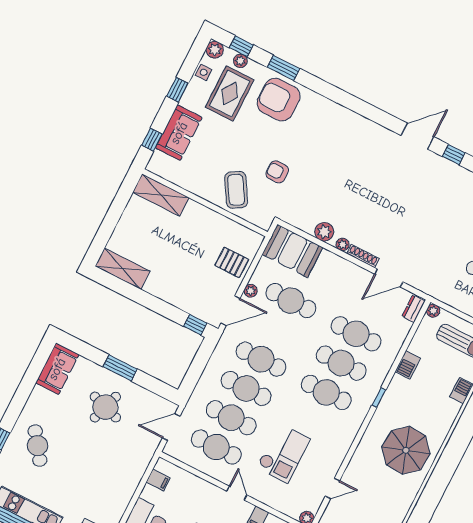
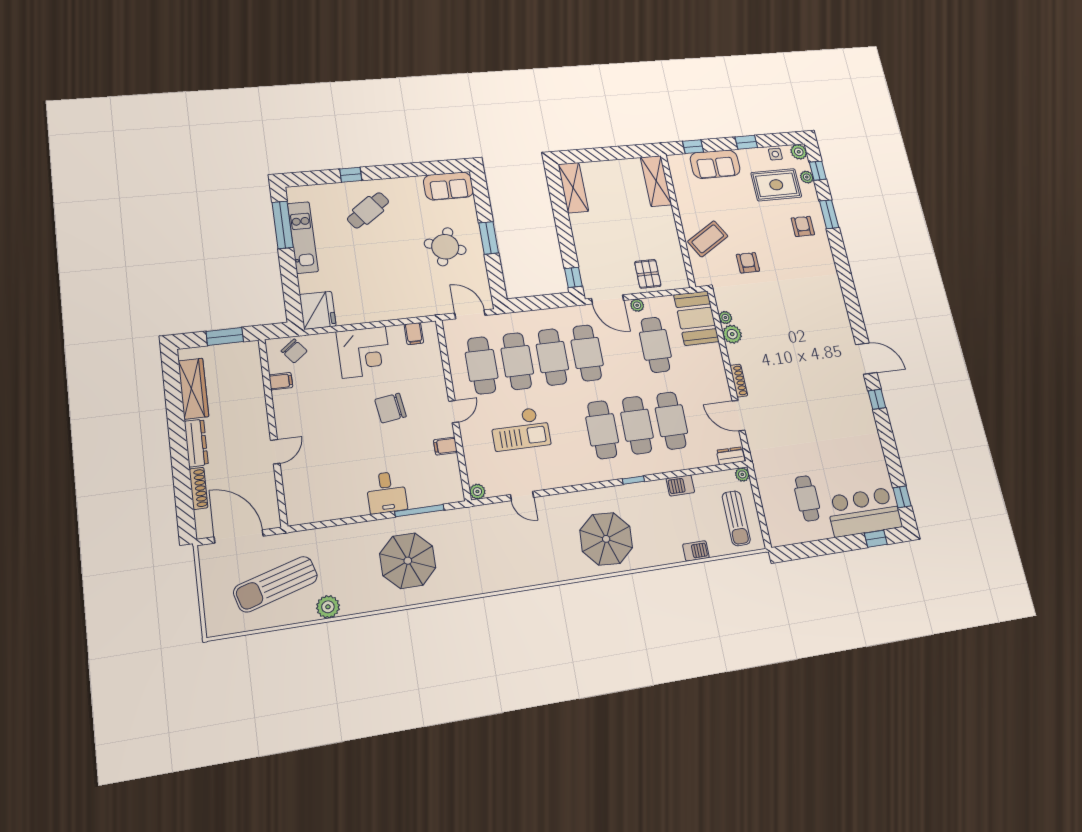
armchair: (279, 100) -> (803, 226), width x0.53, depth x0.53
plant: (343, 244) -> (725, 318), moved

